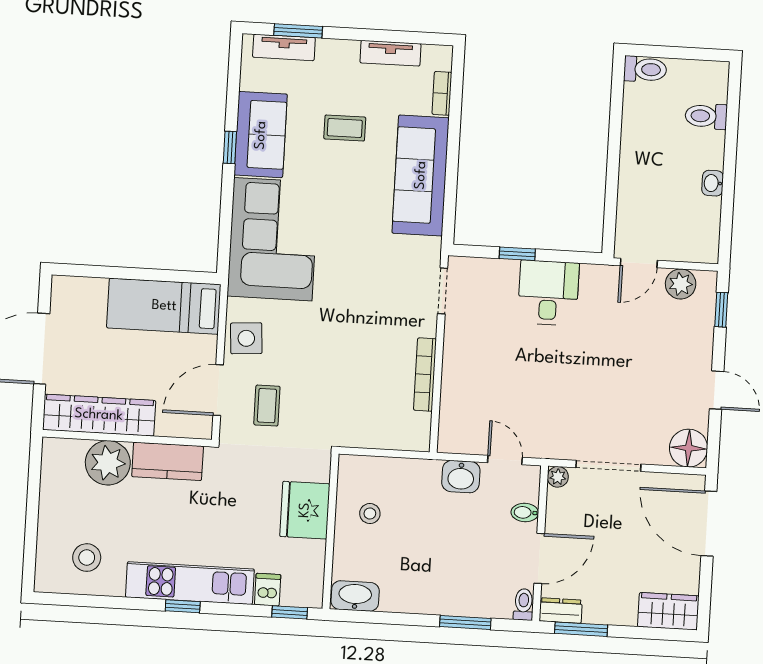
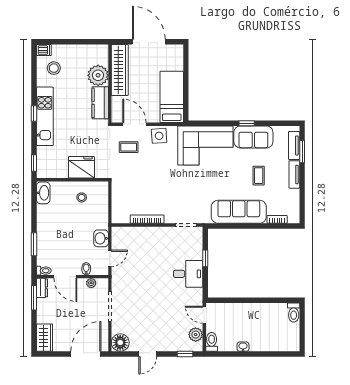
tv unit: (390, 53) -> (294, 174), moved
toilet: (706, 116) -> (212, 342), moved
plant: (558, 477) -> (91, 283), moved
dishwasher: (268, 590) -> (44, 50), moved

